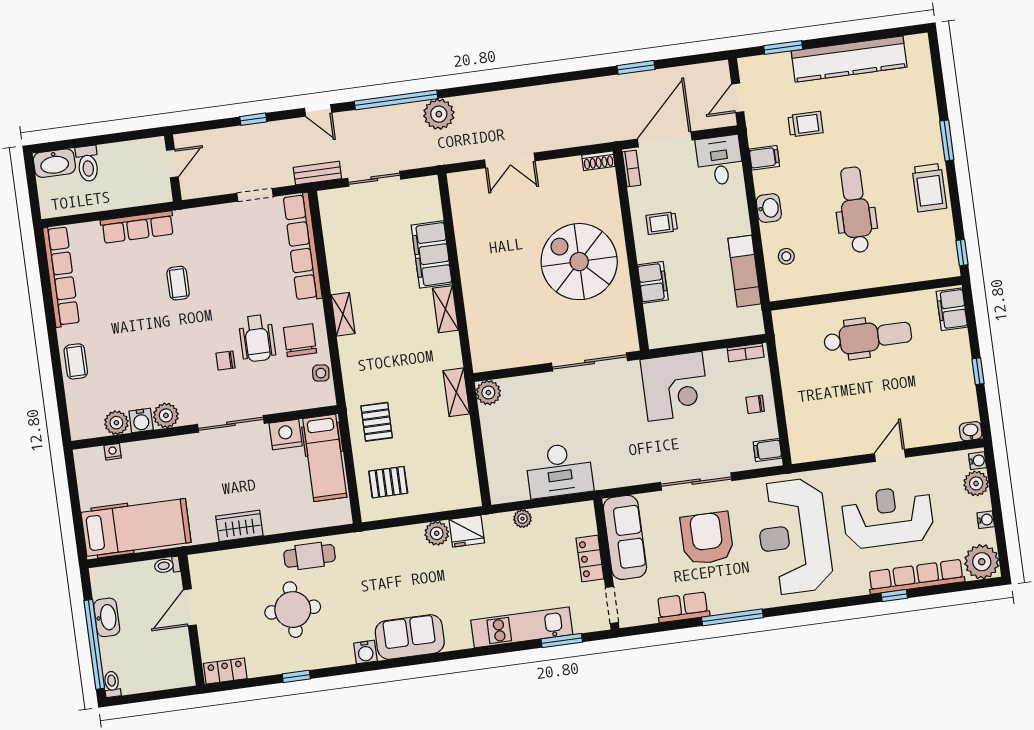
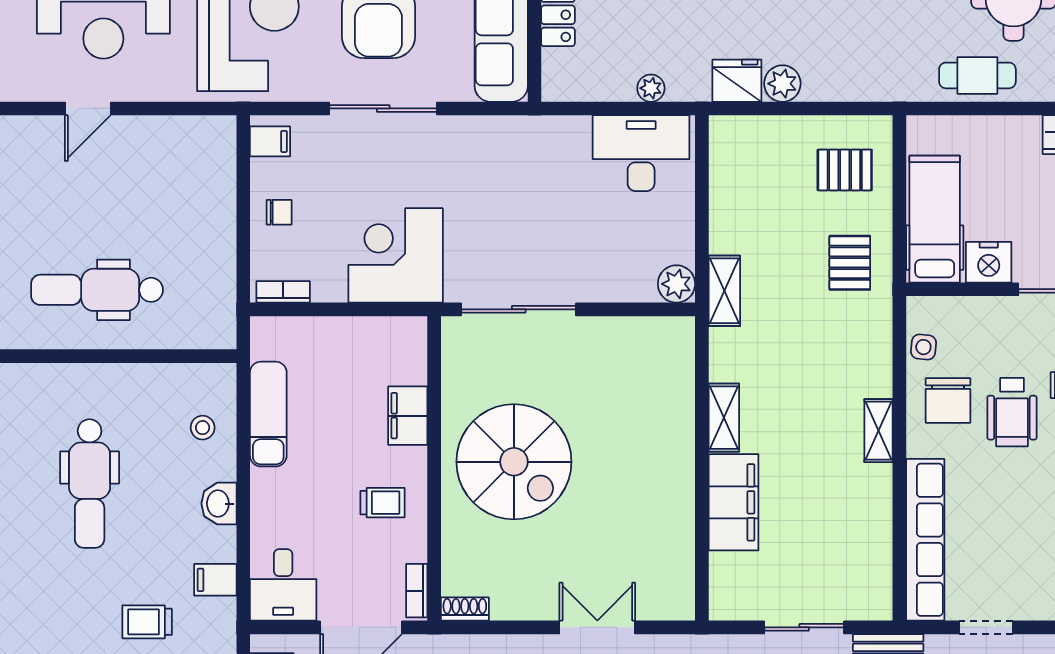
wheelchair: (257, 338) -> (1012, 412), turned 180
desk: (559, 470) -> (641, 153), moved

